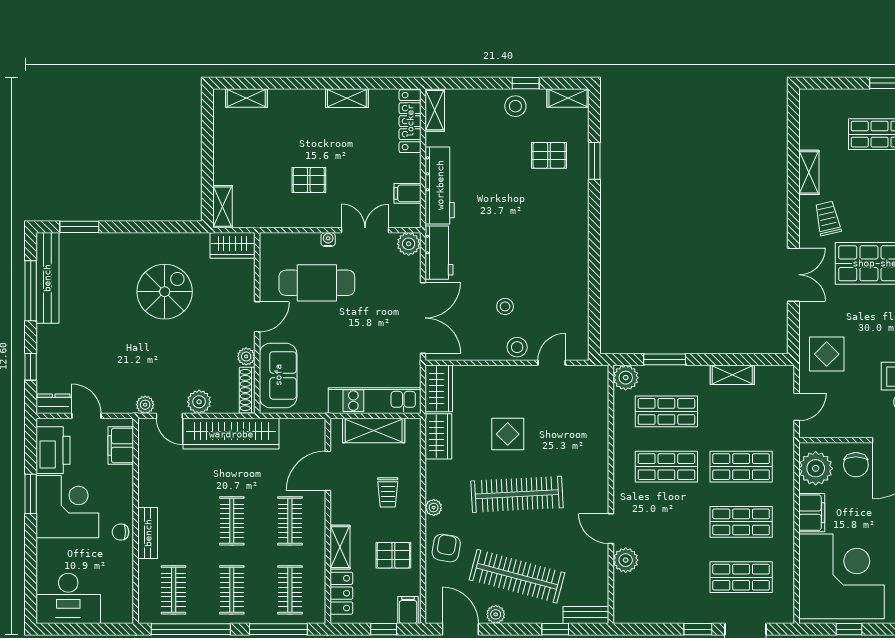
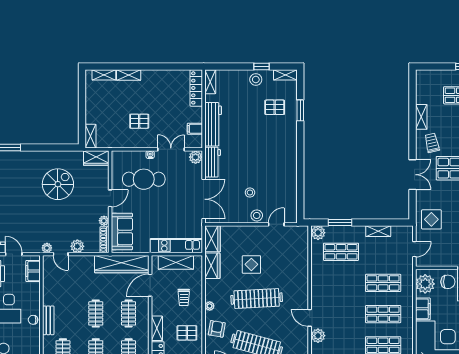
shelving: (347, 98) -> (129, 75), moved
wardrobe: (231, 434) -> (122, 264), moved
chair: (856, 465) -> (448, 282), turned -90
shop shelf: (666, 467) -> (341, 283), removed

